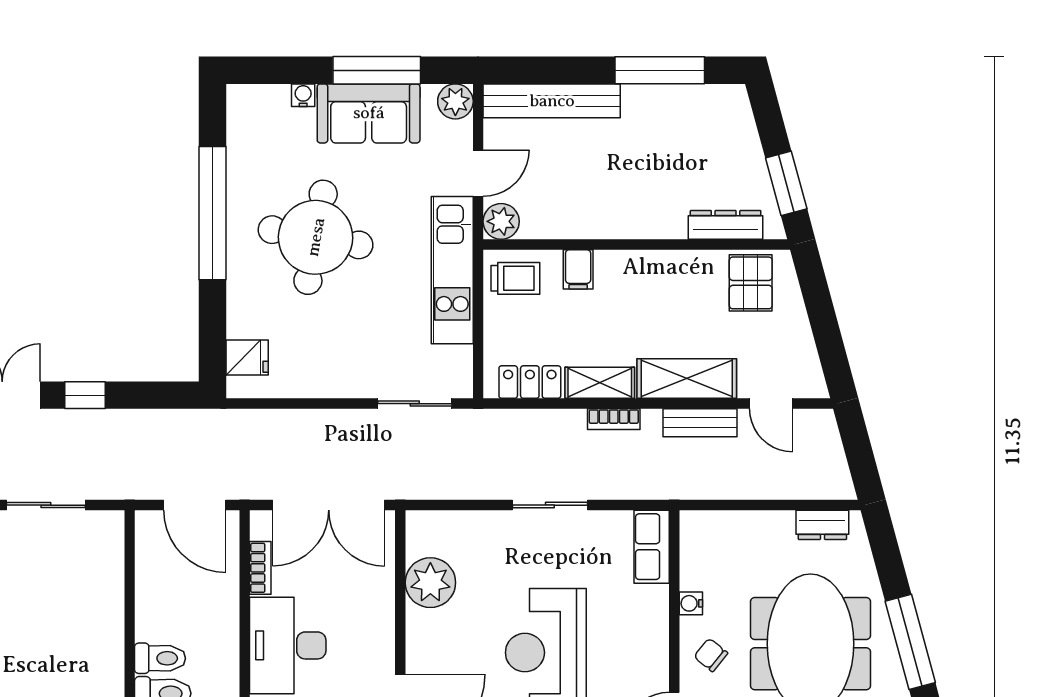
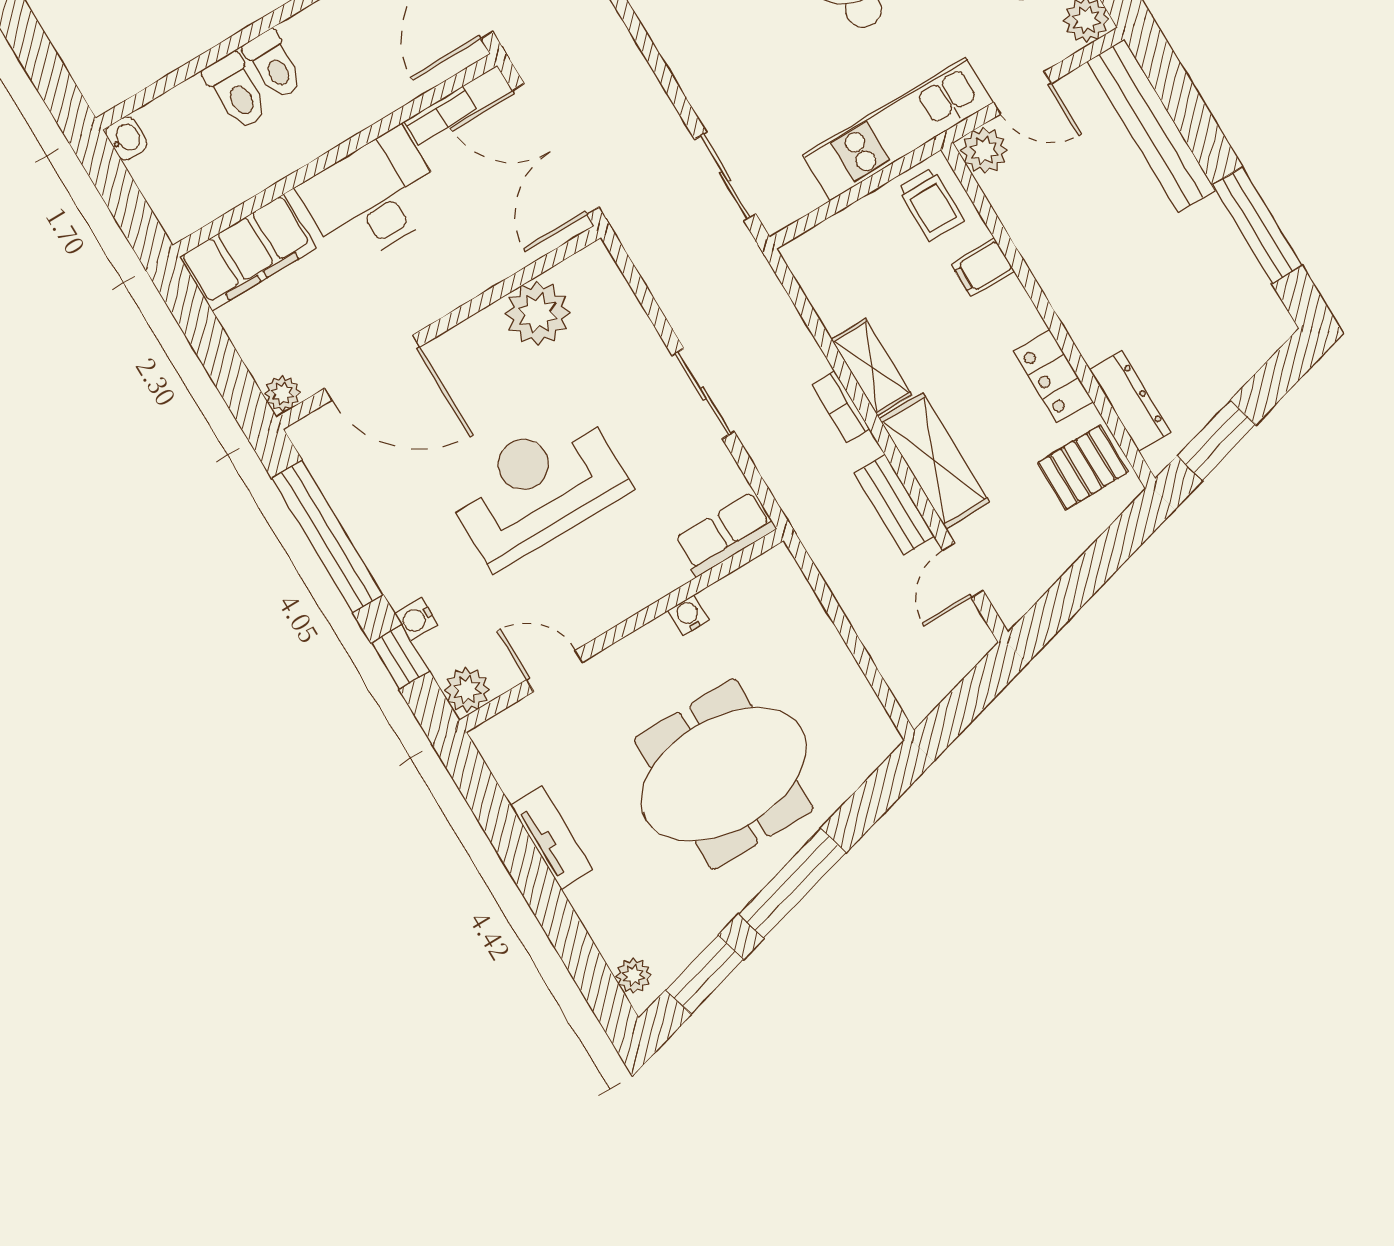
locker: (530, 382) -> (1053, 376), moved, turned 180
dresser: (822, 525) -> (863, 708), removed
chair: (711, 655) -> (645, 672), removed

